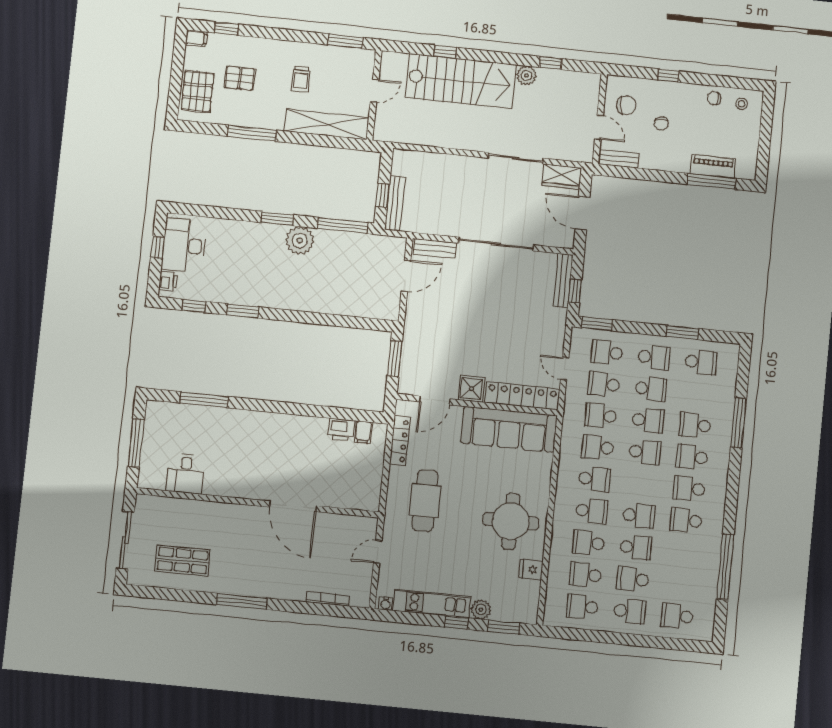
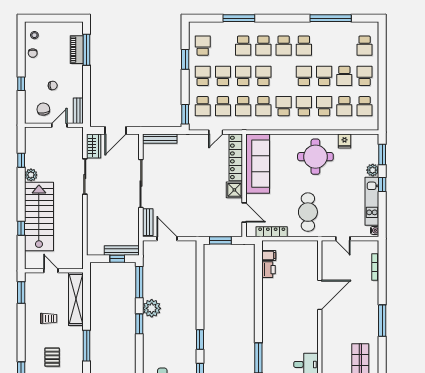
window: (575, 291) -> (166, 130), removed
cafe table: (425, 501) -> (308, 212), turned 90
school desk: (588, 543) -> (324, 106), turned 180

